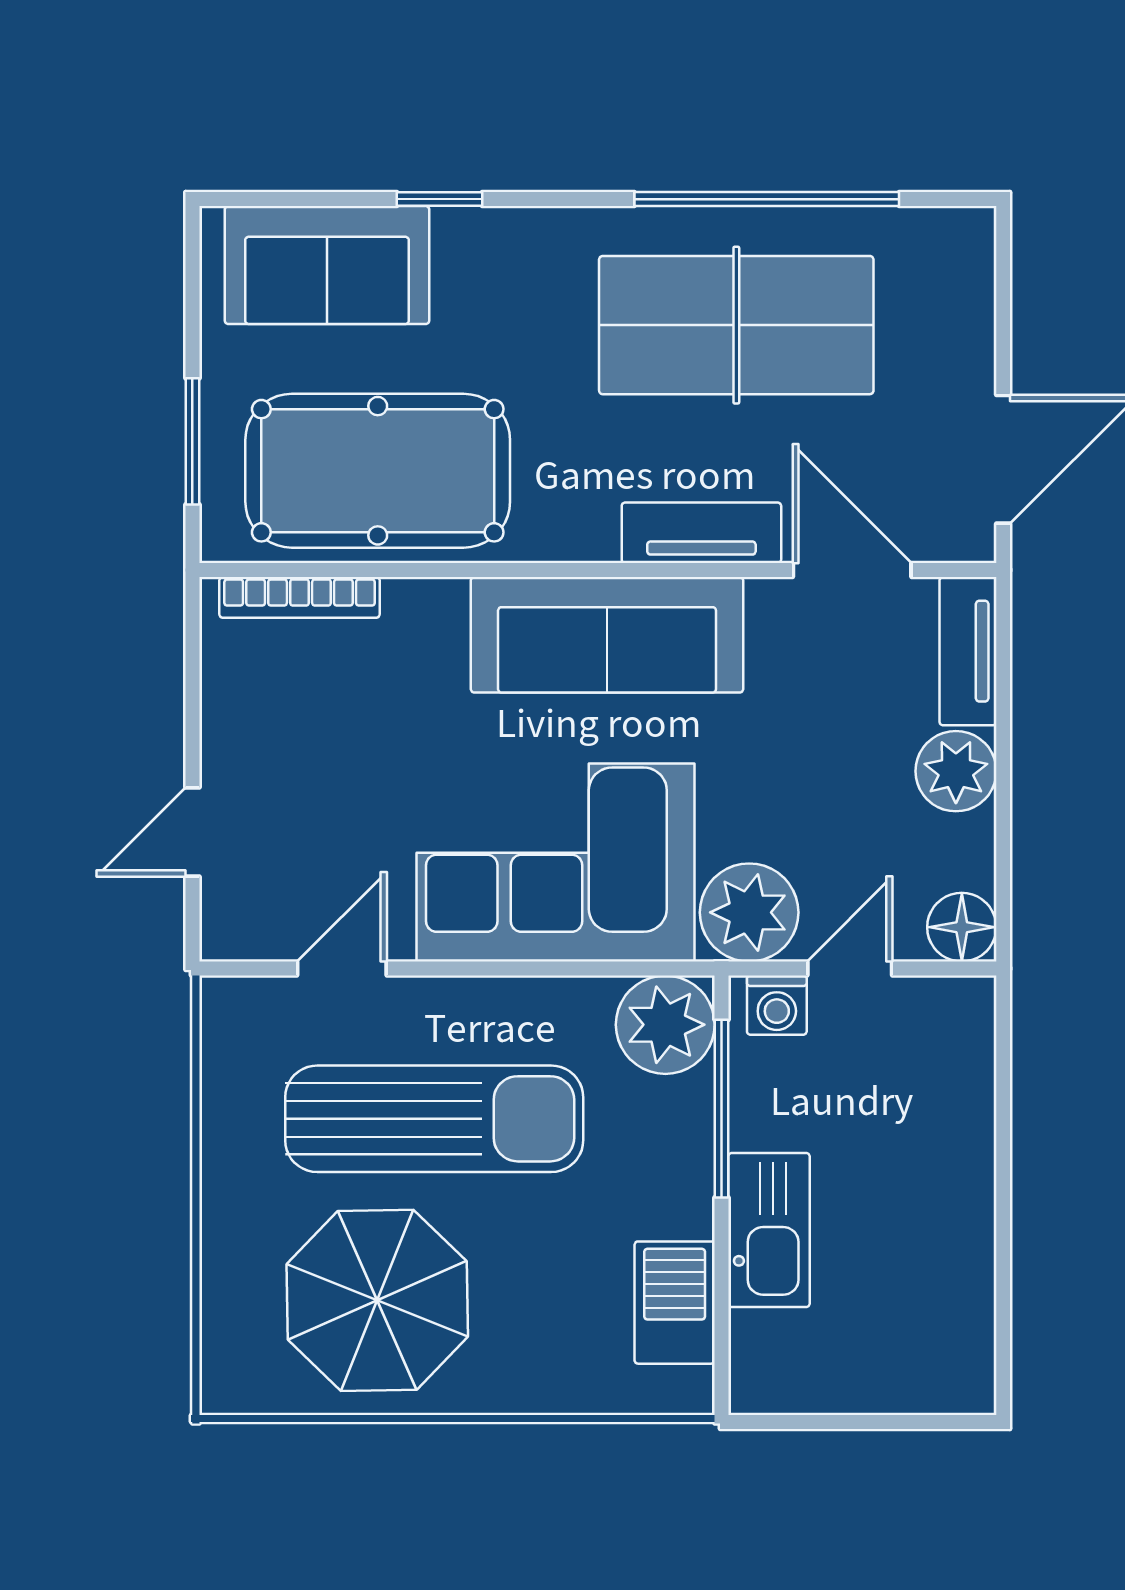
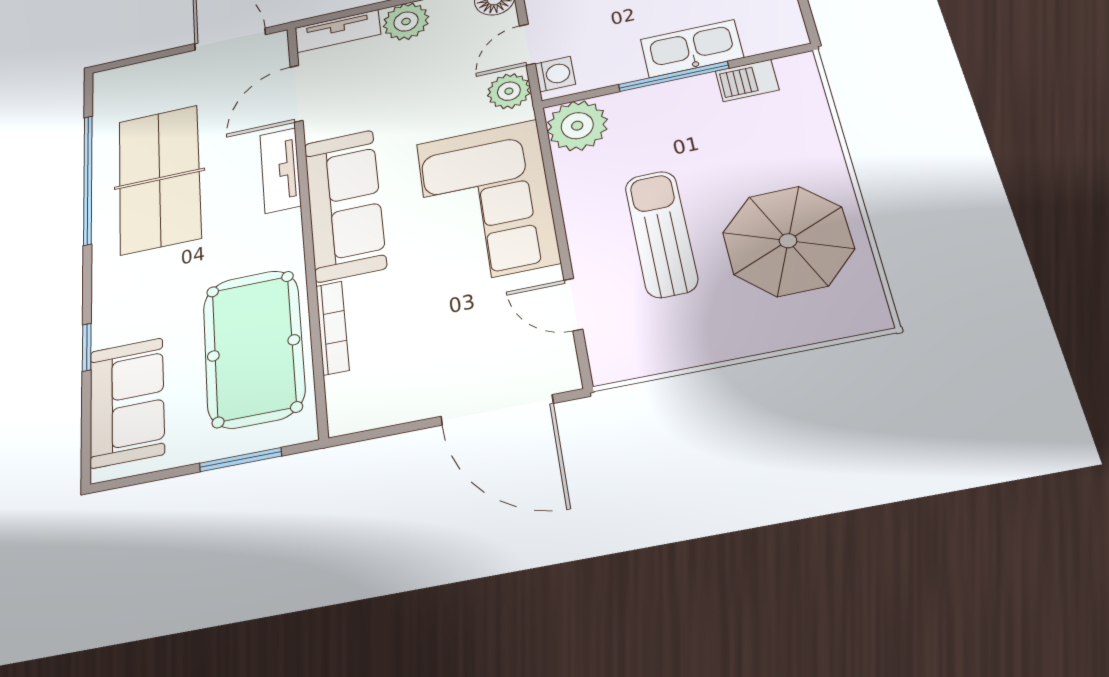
bookcase: (300, 597) -> (332, 328), moved
door: (192, 832) -> (497, 410), width x1.88
plant: (749, 912) -> (509, 91), width x0.73, depth x0.73
door: (850, 969) -> (527, 45), hinge flipped
window: (721, 1109) -> (674, 76), moved
sun lounger: (434, 1119) -> (661, 233), width x0.73, depth x0.75
barbecue: (675, 1303) -> (747, 81), width x0.73, depth x0.79

